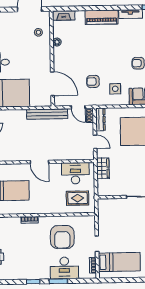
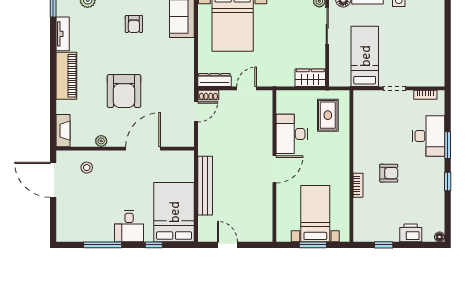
armchair: (93, 81) -> (124, 91), moved, width x1.88, depth x1.88
door: (52, 84) -> (143, 149), moved
side table: (115, 89) -> (170, 58), removed
bench: (47, 114) -> (205, 186), moved
wardrobe: (103, 168) -> (310, 78), moved
desk: (75, 173) -> (292, 134), moved
armchair: (62, 237) -> (389, 173), moved, width x0.53, depth x0.53
bed: (119, 262) -> (365, 56), moved

